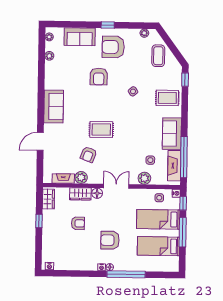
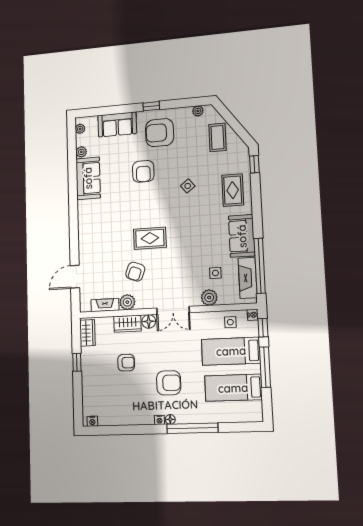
rug: (167, 98) -> (233, 190), turned 90
sofa: (54, 107) -> (88, 178), moved
door: (40, 141) -> (75, 277), moved
double door: (116, 186) -> (173, 310), swing flipped
armchair: (110, 240) -> (169, 383), turned 180

